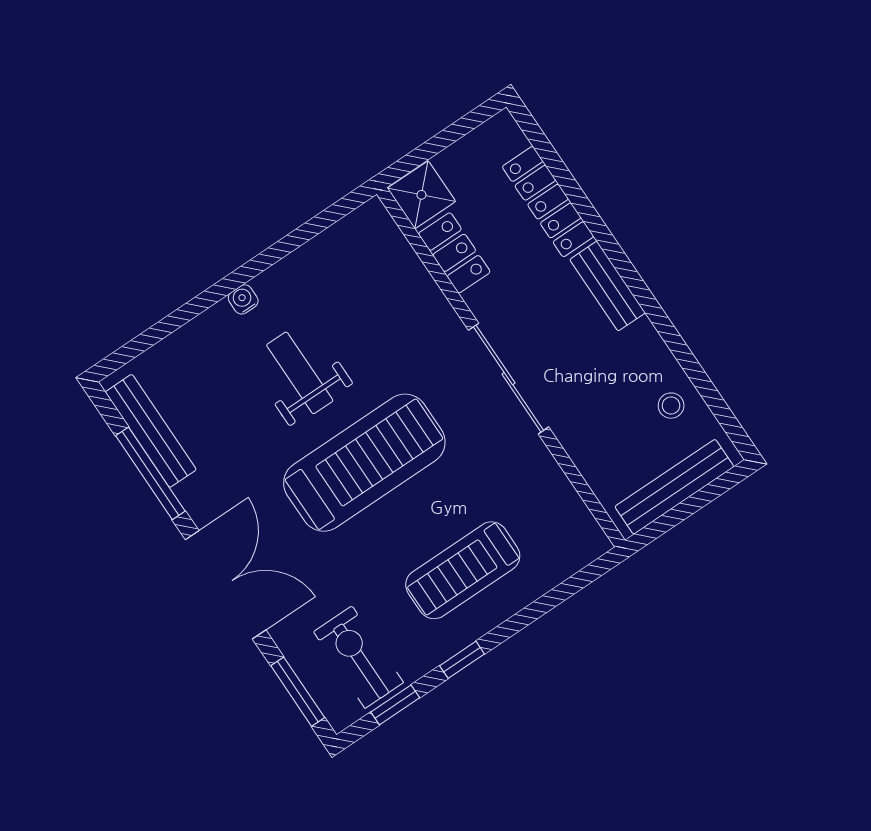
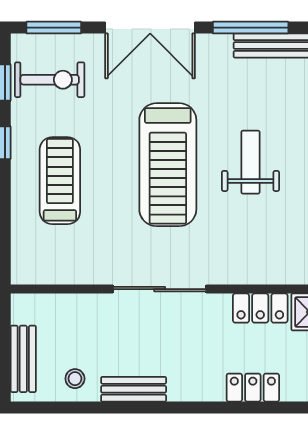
locker: (548, 202) -> (253, 388), width x0.66
bench: (608, 286) -> (134, 389), moved
weight bench: (300, 373) -> (250, 162), turned -90
bench: (674, 487) -> (23, 359), width x0.73

